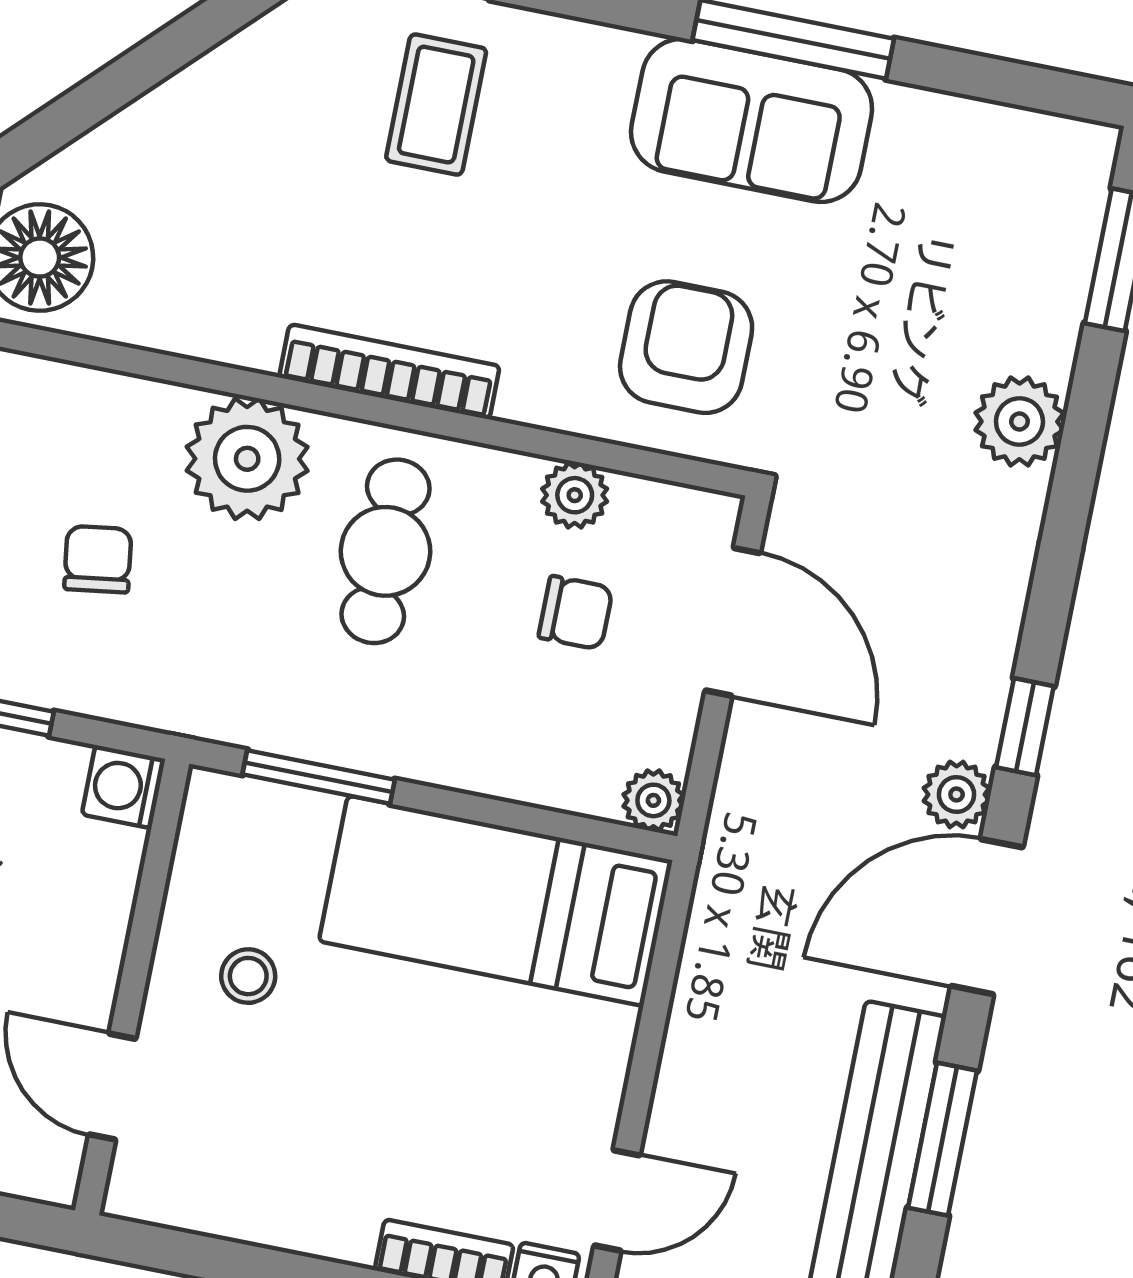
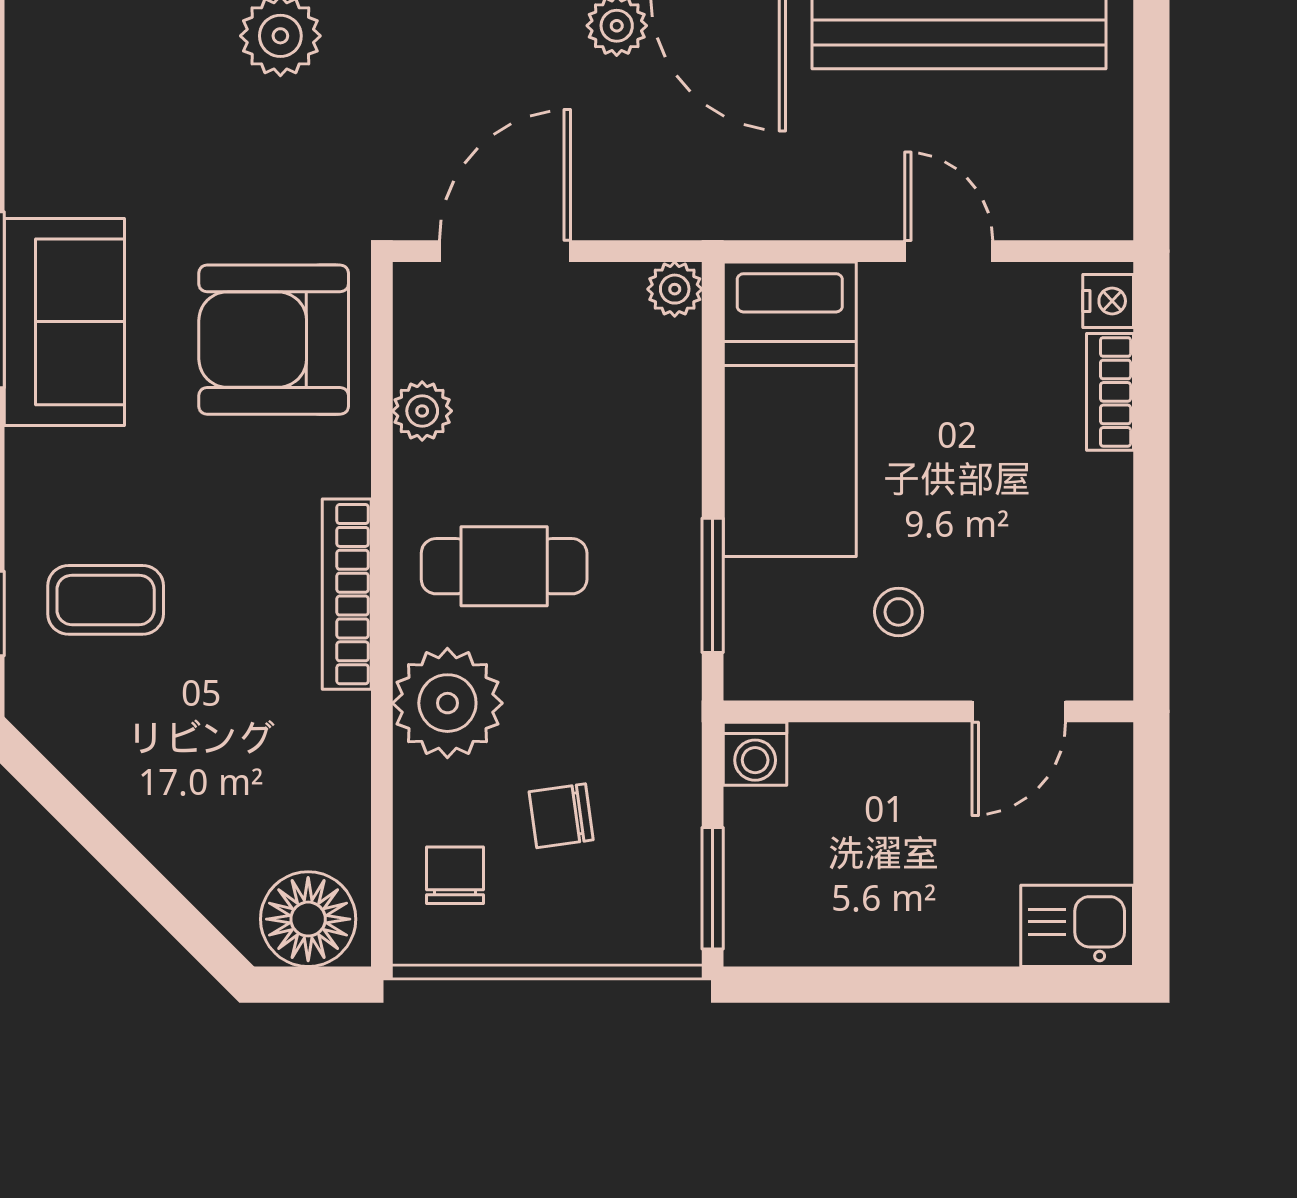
armchair: (686, 347) -> (274, 340), width x1.36, depth x1.36
chair: (576, 613) -> (455, 875), moved
door: (617, 1200) -> (949, 251), moved

